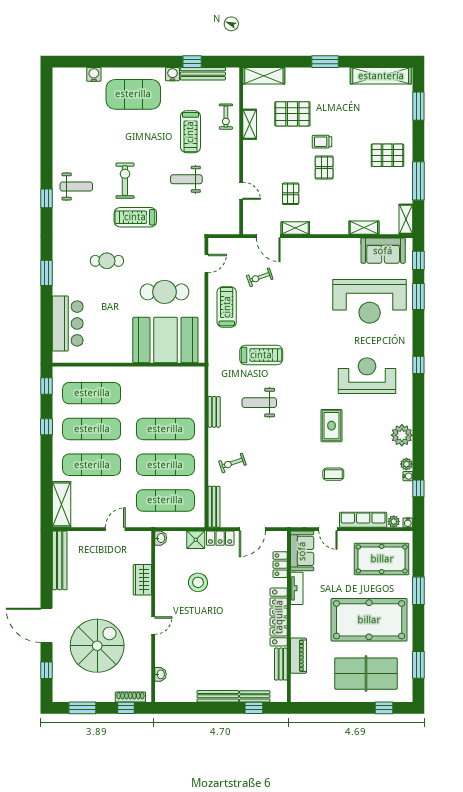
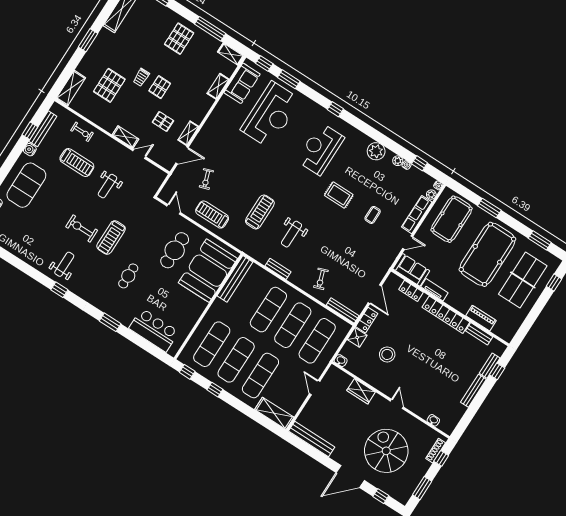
shelving: (250, 124) -> (126, 137), moved
pallet: (324, 167) -> (160, 87), turned 90
bench: (175, 374) -> (235, 279), added

